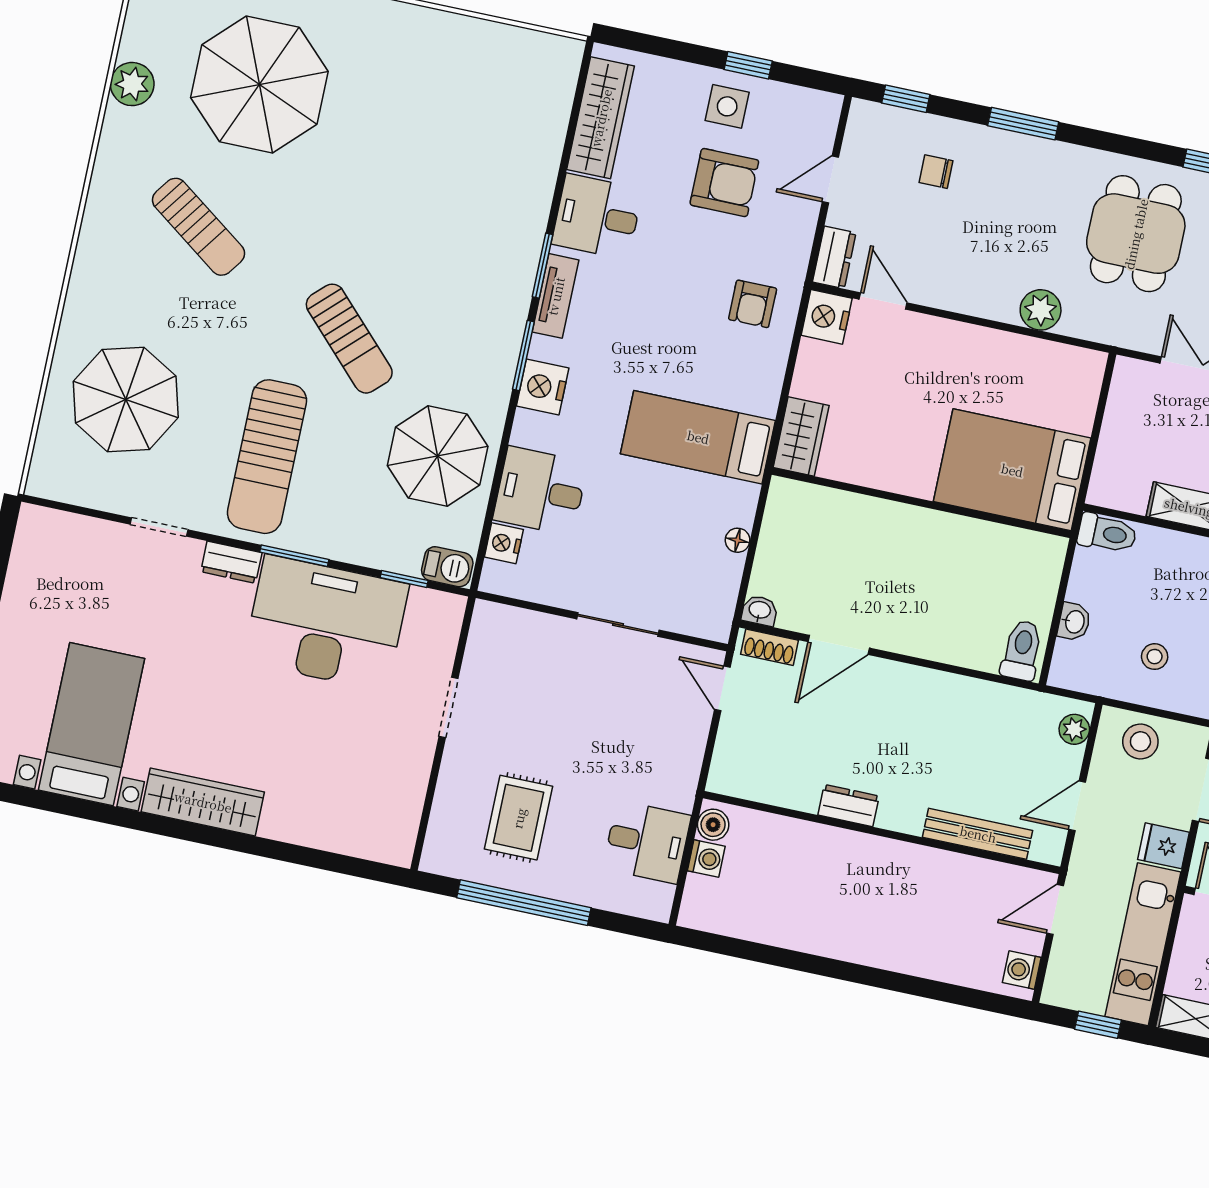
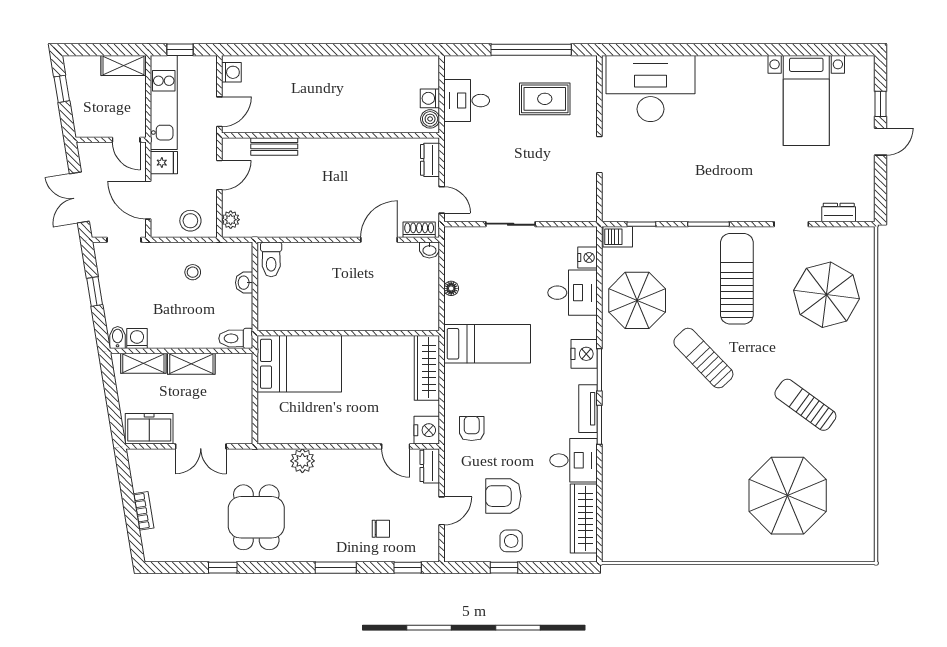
plant: (132, 84) -> (862, 480), removed
wardrobe: (801, 436) -> (427, 368), width x1.50
dresser: (231, 562) -> (839, 213), moved
desk: (326, 623) -> (650, 88), moved, turned 180
wardrobe: (203, 802) -> (731, 69), removed
dresser: (849, 806) -> (430, 160), moved, turned 90
rug: (519, 818) -> (545, 99), turned 90
bench: (978, 834) -> (274, 146), width x0.73

